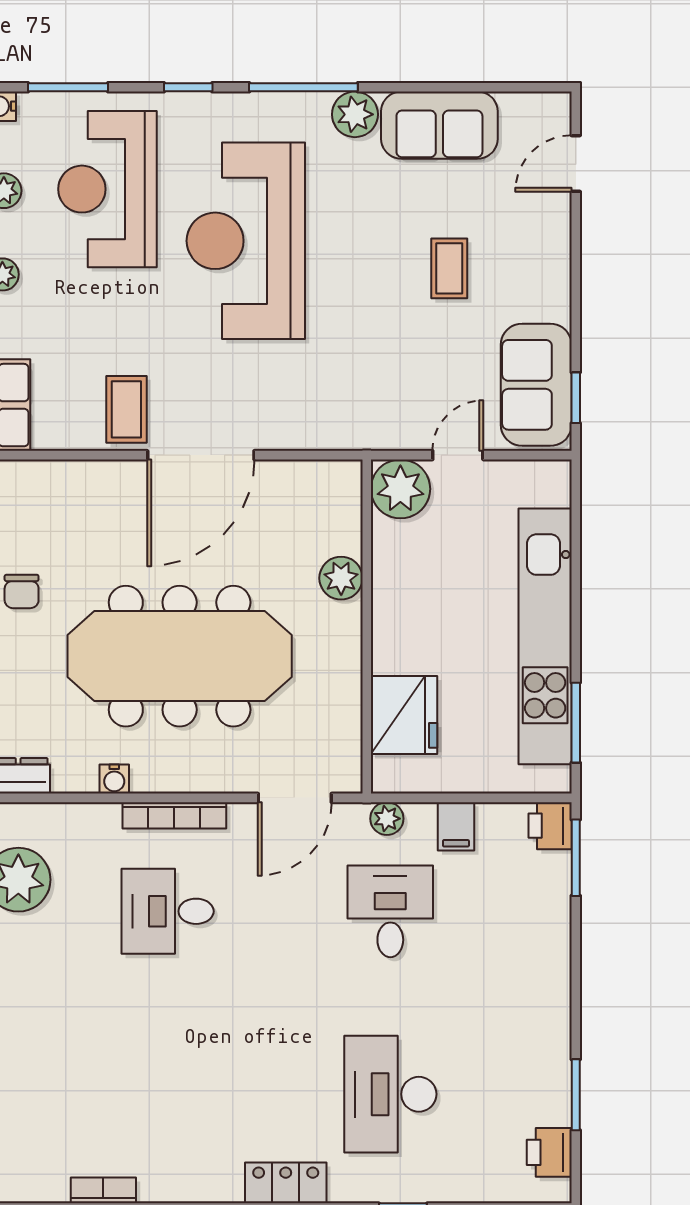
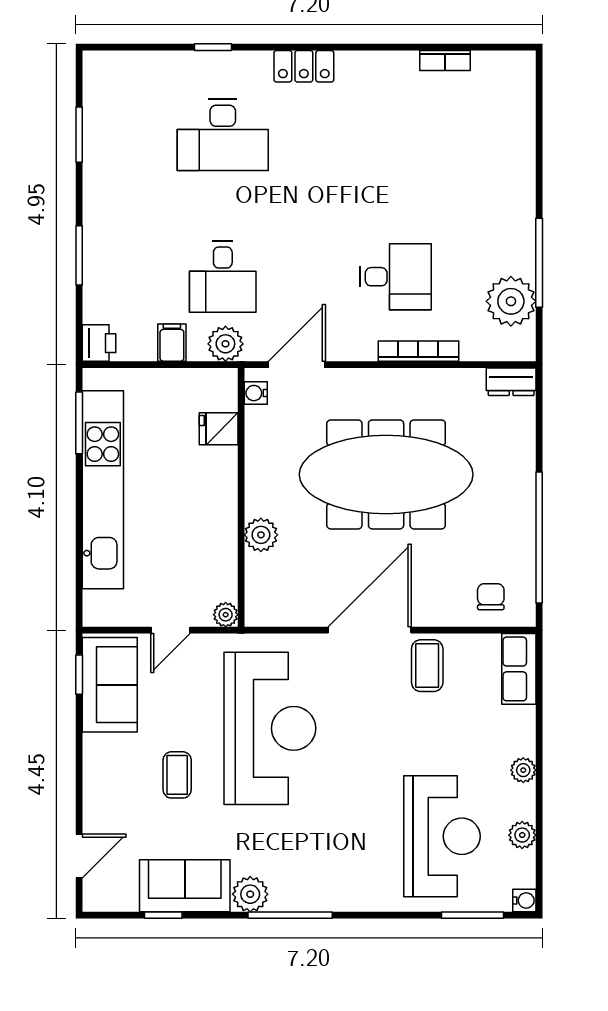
window: (188, 87) -> (163, 915), moved
reception desk: (246, 241) -> (270, 728), moved
plant: (400, 489) -> (226, 615), width x0.53, depth x0.53
chair: (22, 591) -> (491, 597), moved
fridge: (404, 715) -> (219, 429), width x0.53, depth x0.75
water cooler: (114, 779) -> (256, 393), moved, turned -90
bookcase: (174, 815) -> (418, 351), moved
plant: (387, 819) -> (225, 344), width x1.38, depth x1.38
window: (576, 858) -> (79, 255), moved
desk: (390, 1094) -> (223, 135), turned 90
printer: (549, 1152) -> (100, 90), removed

